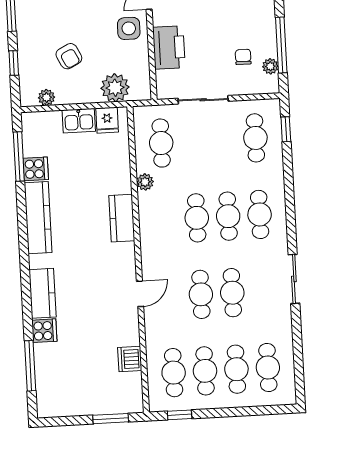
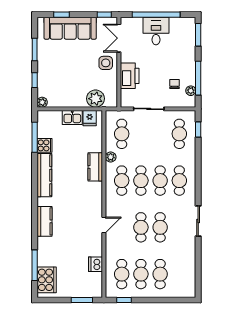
armchair: (69, 56) -> (68, 78), removed
plant: (46, 97) -> (42, 102), moved
kitchen counter: (122, 218) -> (95, 167), moved
cooker: (44, 331) -> (47, 280), moved, width x1.87, depth x1.31
cafe table: (268, 367) -> (122, 181), moved

